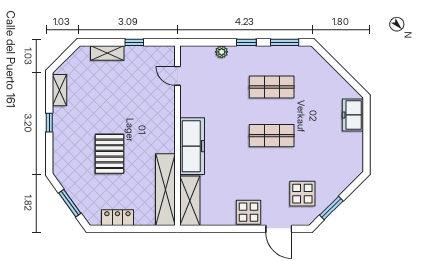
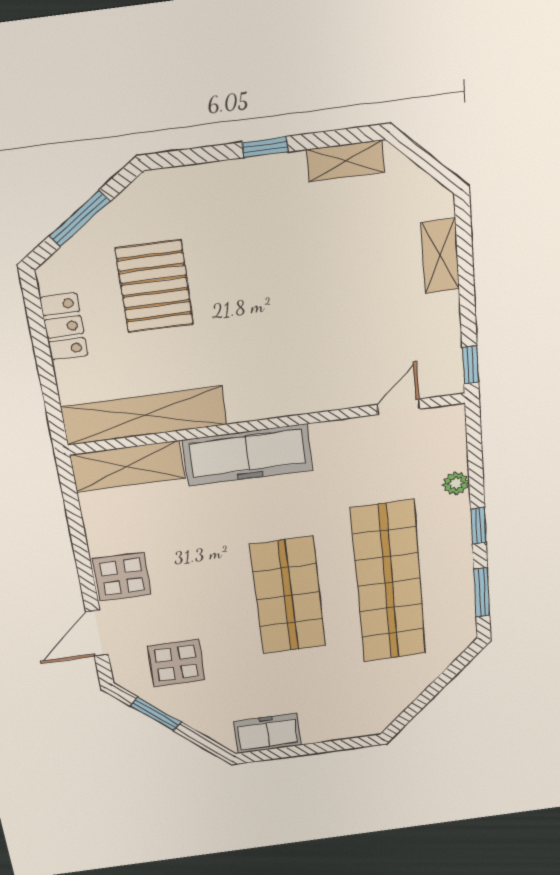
window: (134, 42) -> (470, 365), moved
shop shelf: (272, 87) -> (389, 582), width x2.00, depth x1.36
freezer: (353, 115) -> (267, 733), moved
shop shelf: (272, 136) -> (288, 596), width x1.43, depth x1.36
pallet: (109, 154) -> (155, 286), moved, turned 90

